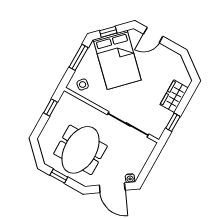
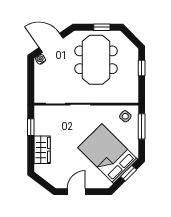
door: (153, 35) -> (76, 192), moved
window: (79, 57) -> (142, 126), moved
window: (50, 107) -> (142, 68), moved

